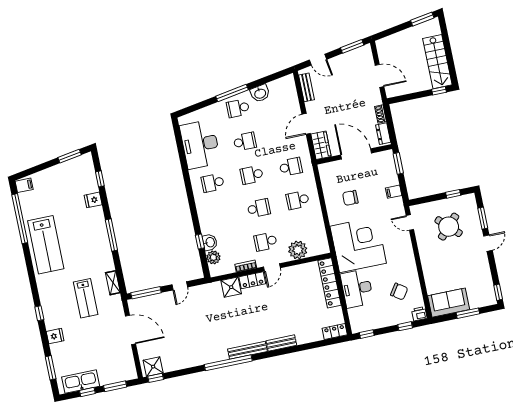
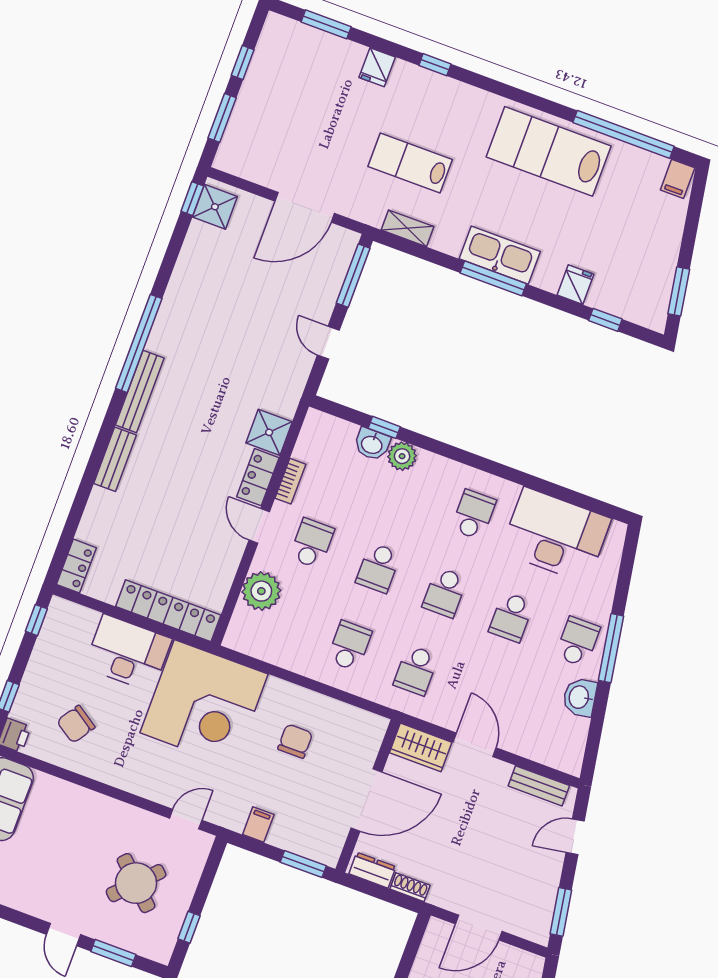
school desk: (252, 175) -> (445, 593), turned 180
plant: (213, 257) -> (402, 456), moved
kitchen sink: (81, 382) -> (500, 255), moved, turned -90

